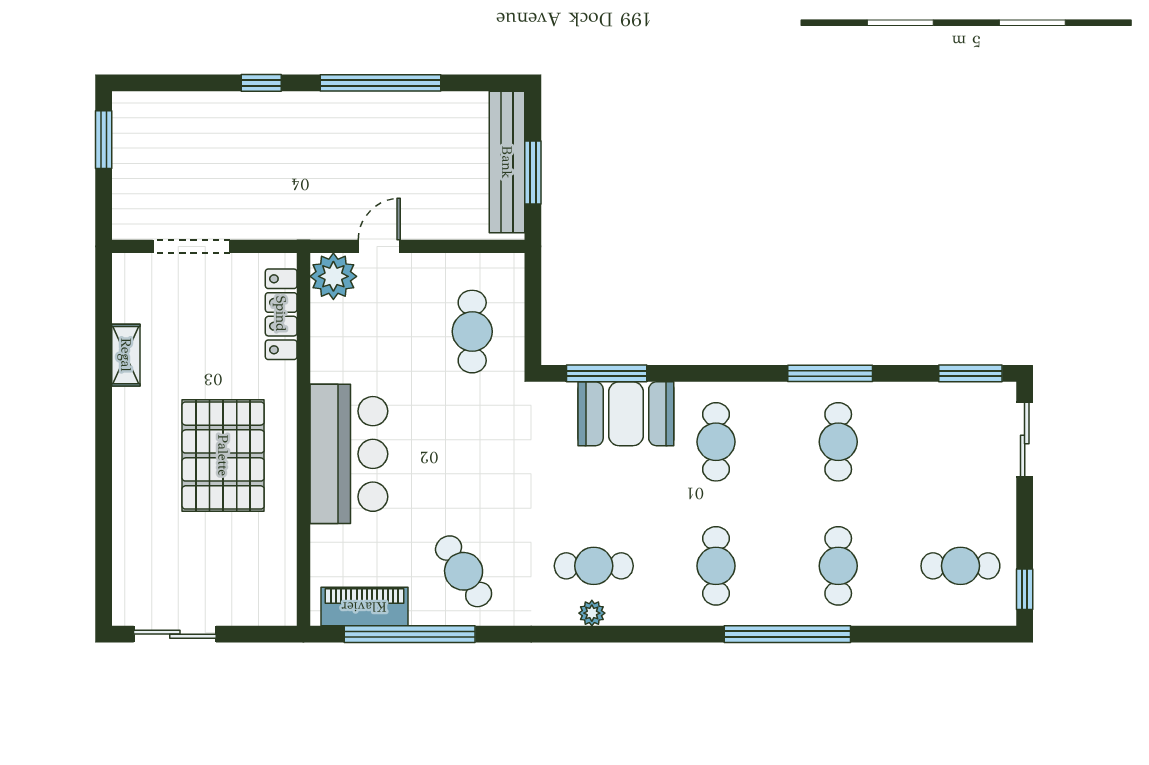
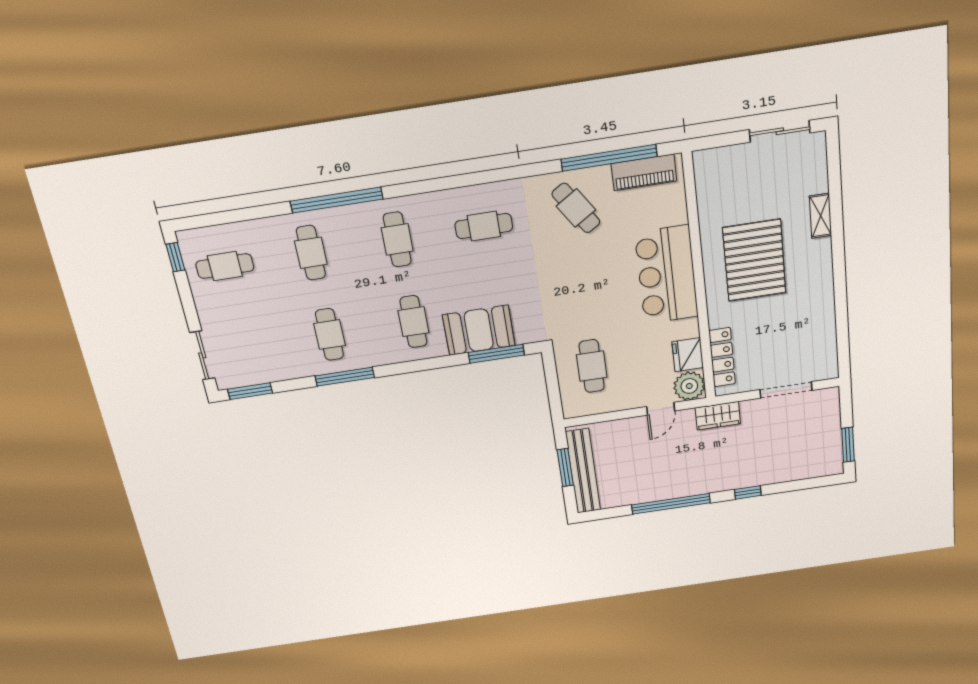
wardrobe: (296, 221) -> (718, 416), added
fridge: (331, 326) -> (688, 355), added
shelving: (126, 355) -> (820, 216), moved
plant: (592, 613) -> (480, 193), removed

